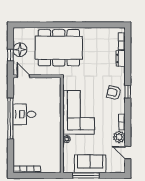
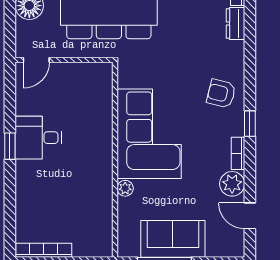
window: (10, 55) -> (10, 17), removed
door: (23, 76) -> (36, 60), swing flipped
window: (128, 92) -> (250, 124), moved
window: (10, 118) -> (10, 146), width x0.32

